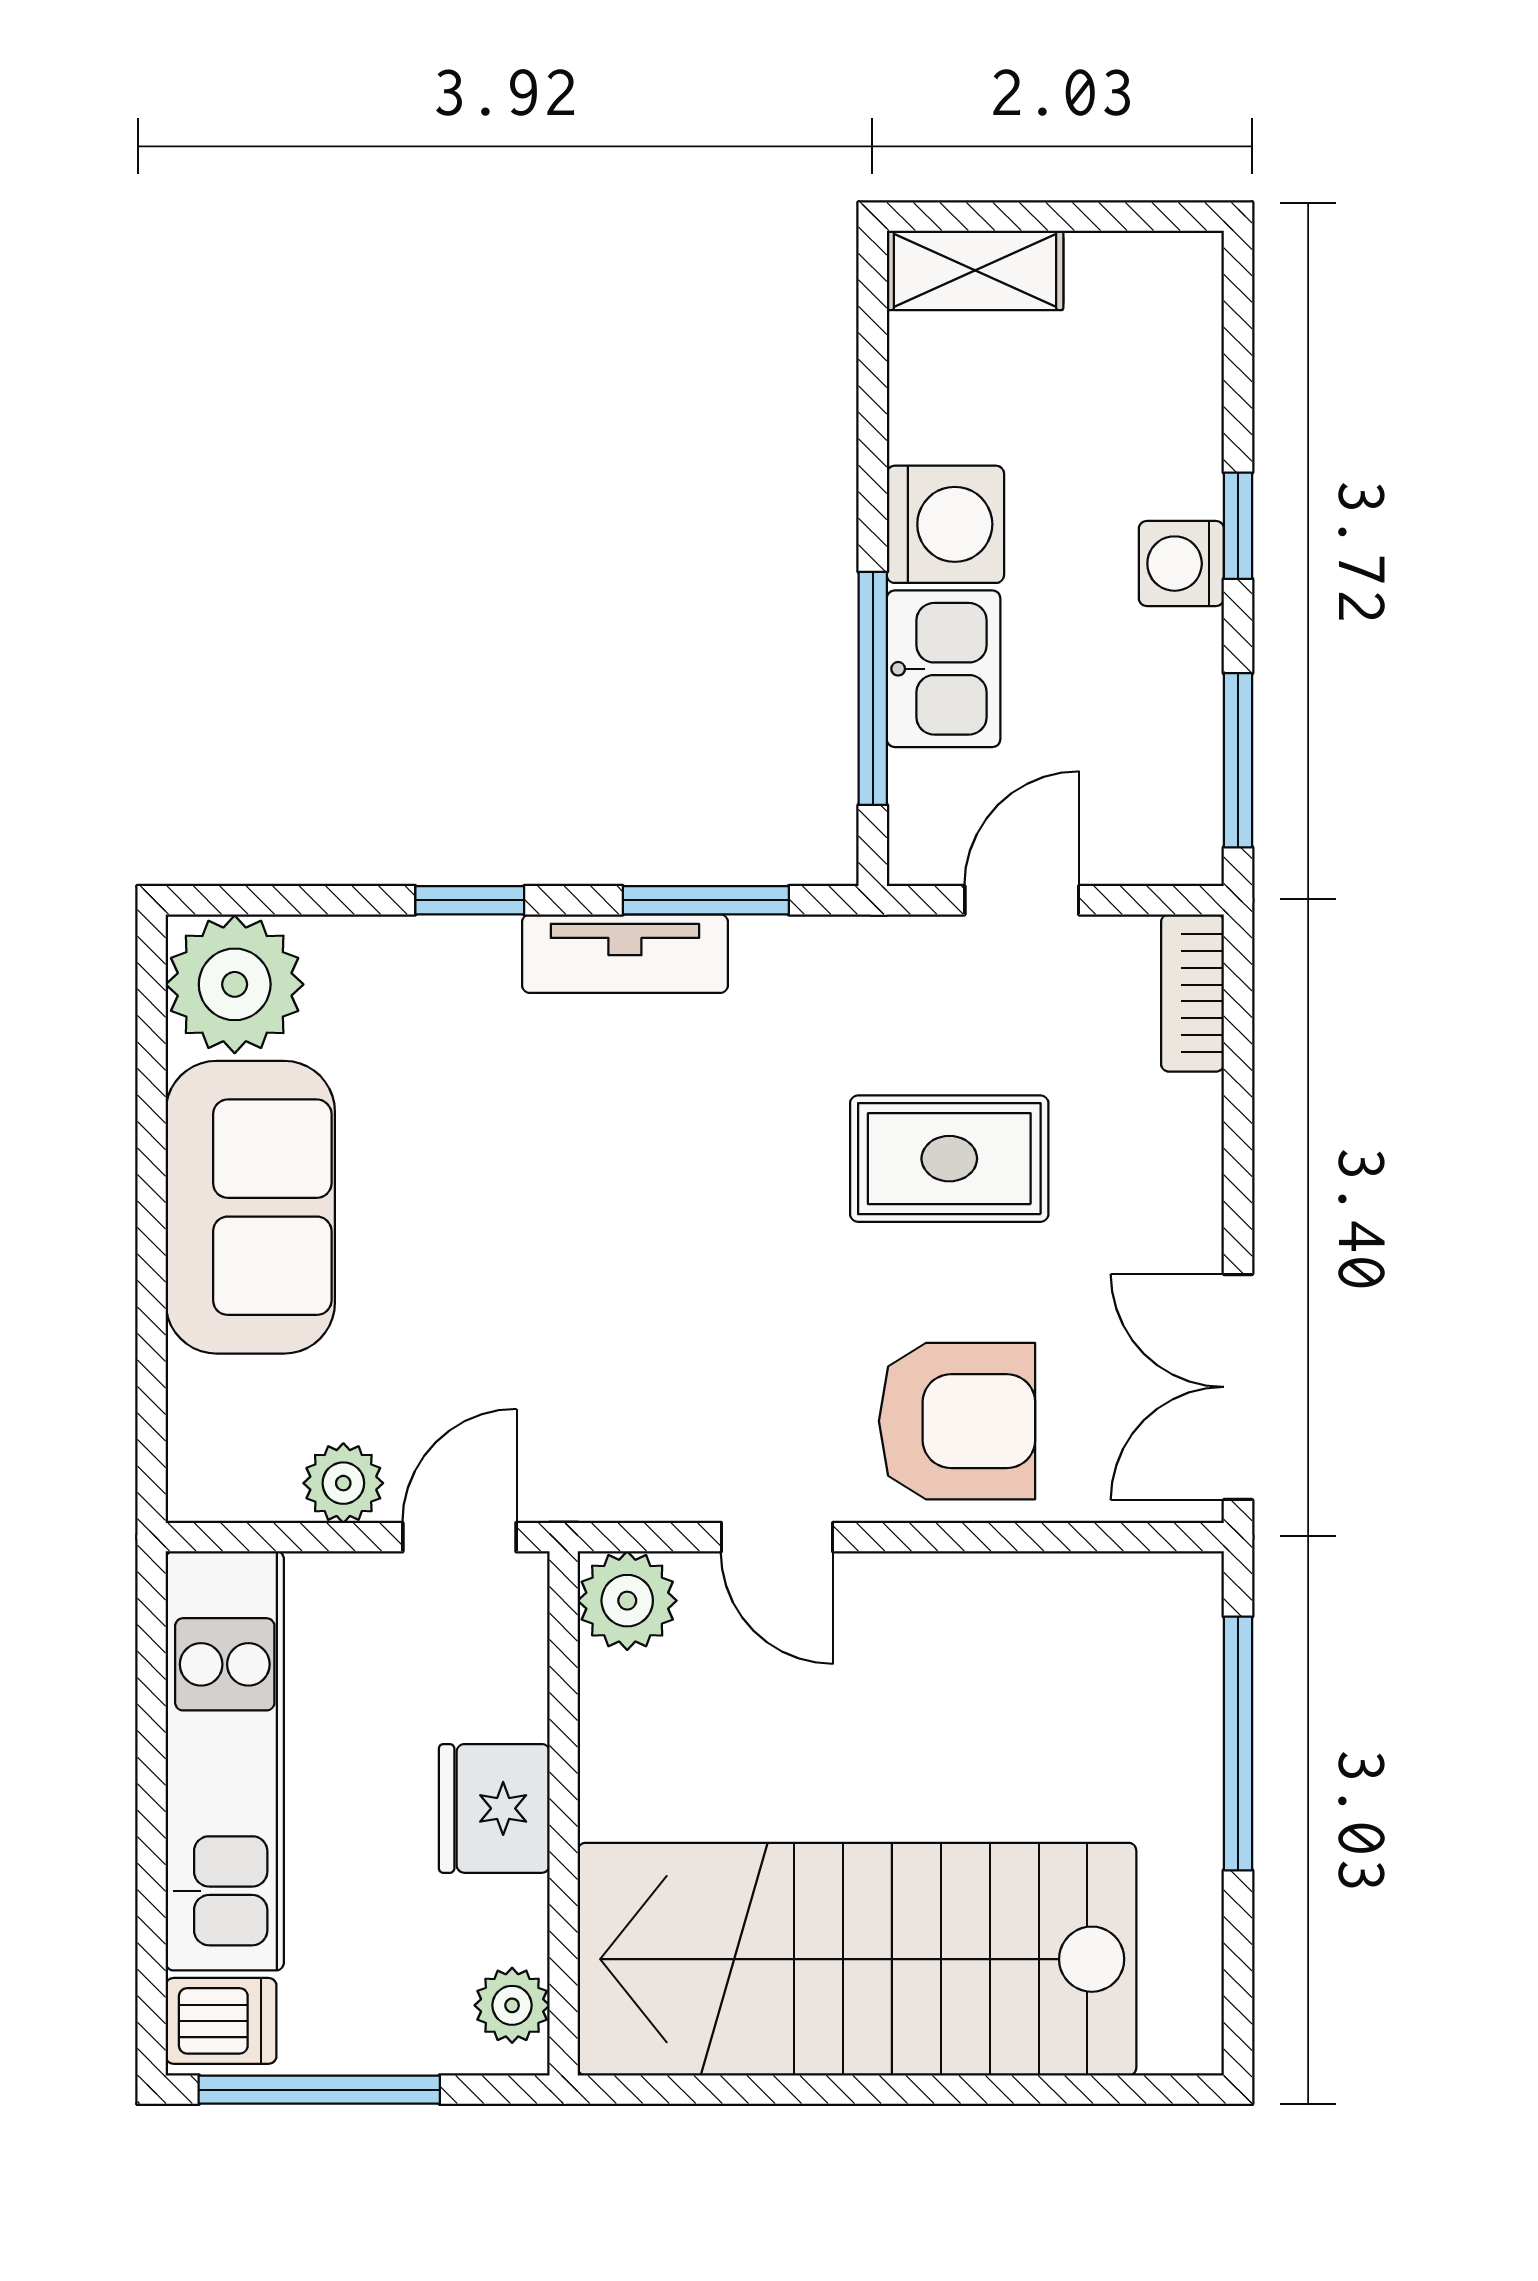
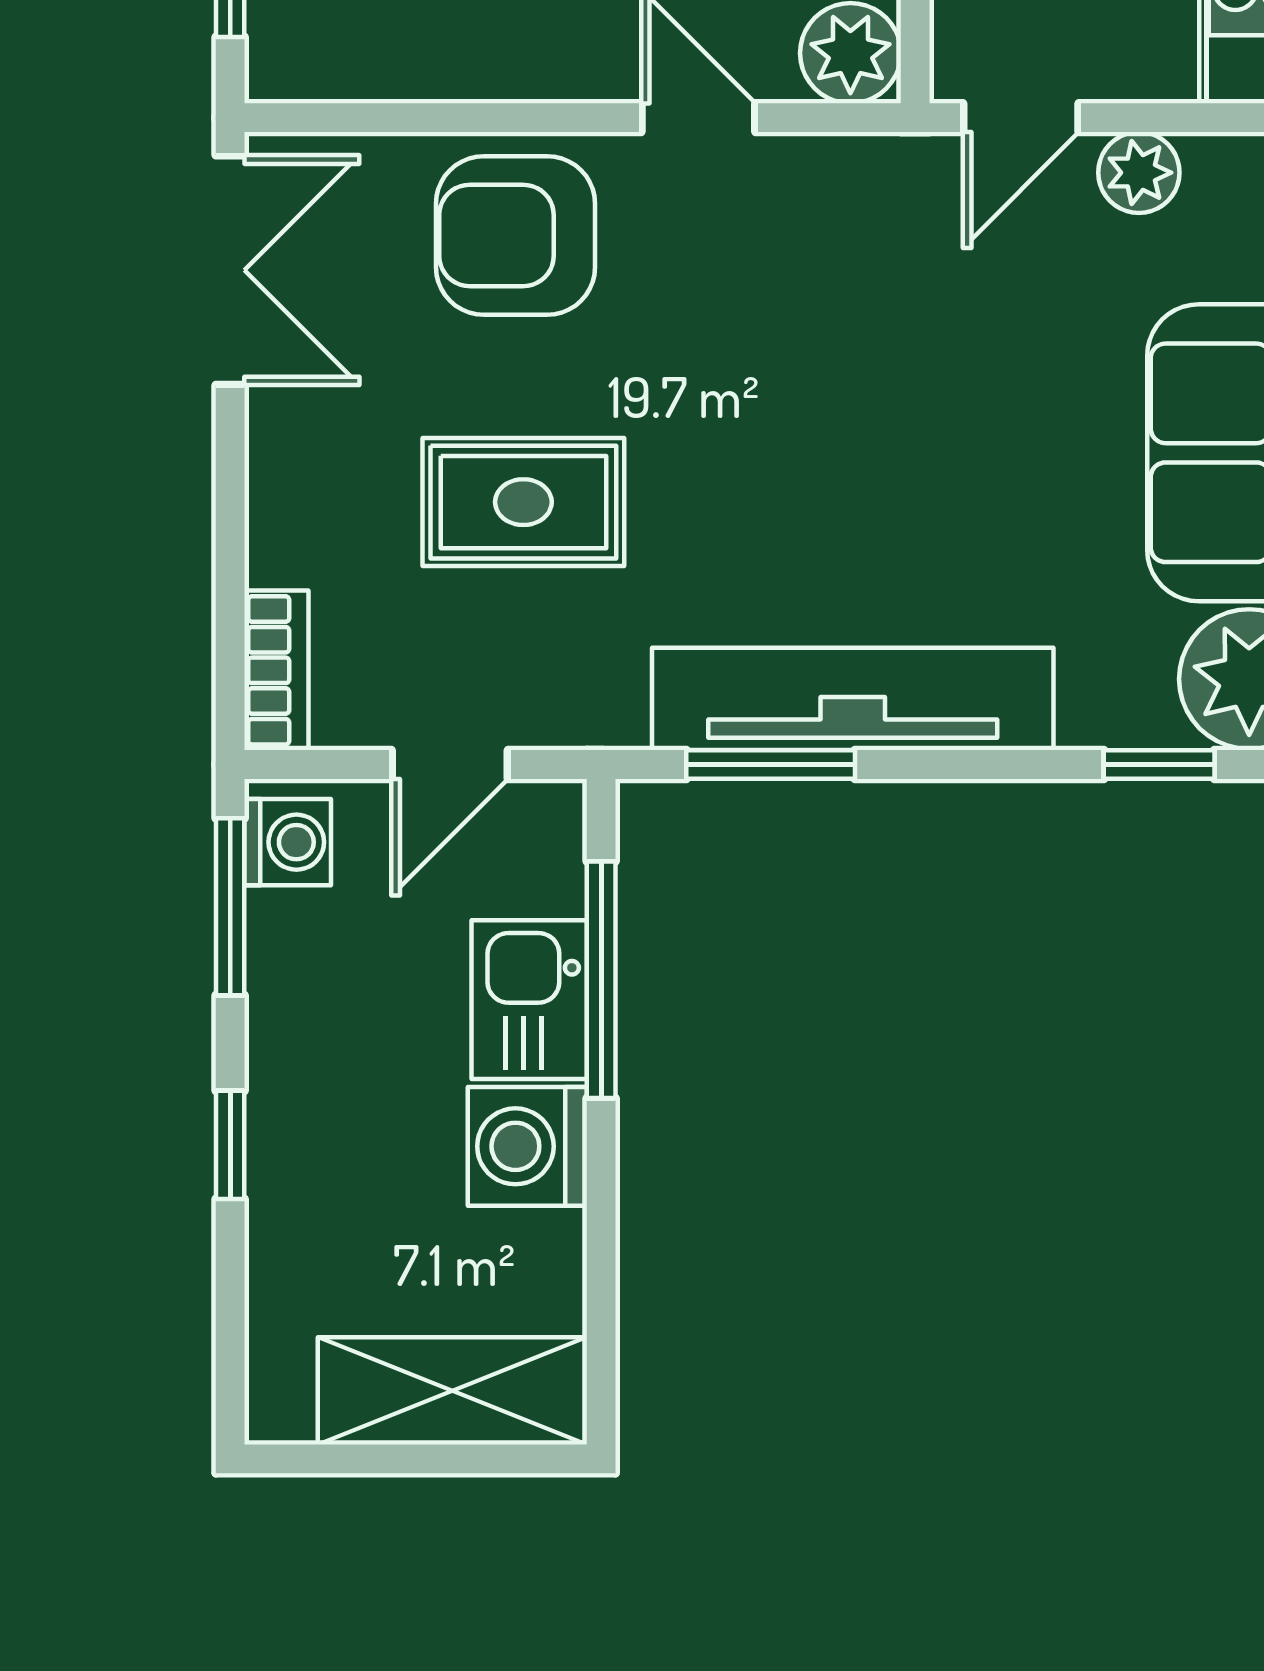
shelving: (975, 270) -> (452, 1391), width x1.50, depth x1.33
washing machine: (1181, 564) -> (288, 842), moved
window: (470, 900) -> (1159, 765), moved
tv unit: (625, 954) -> (853, 699), width x1.92, depth x1.29

